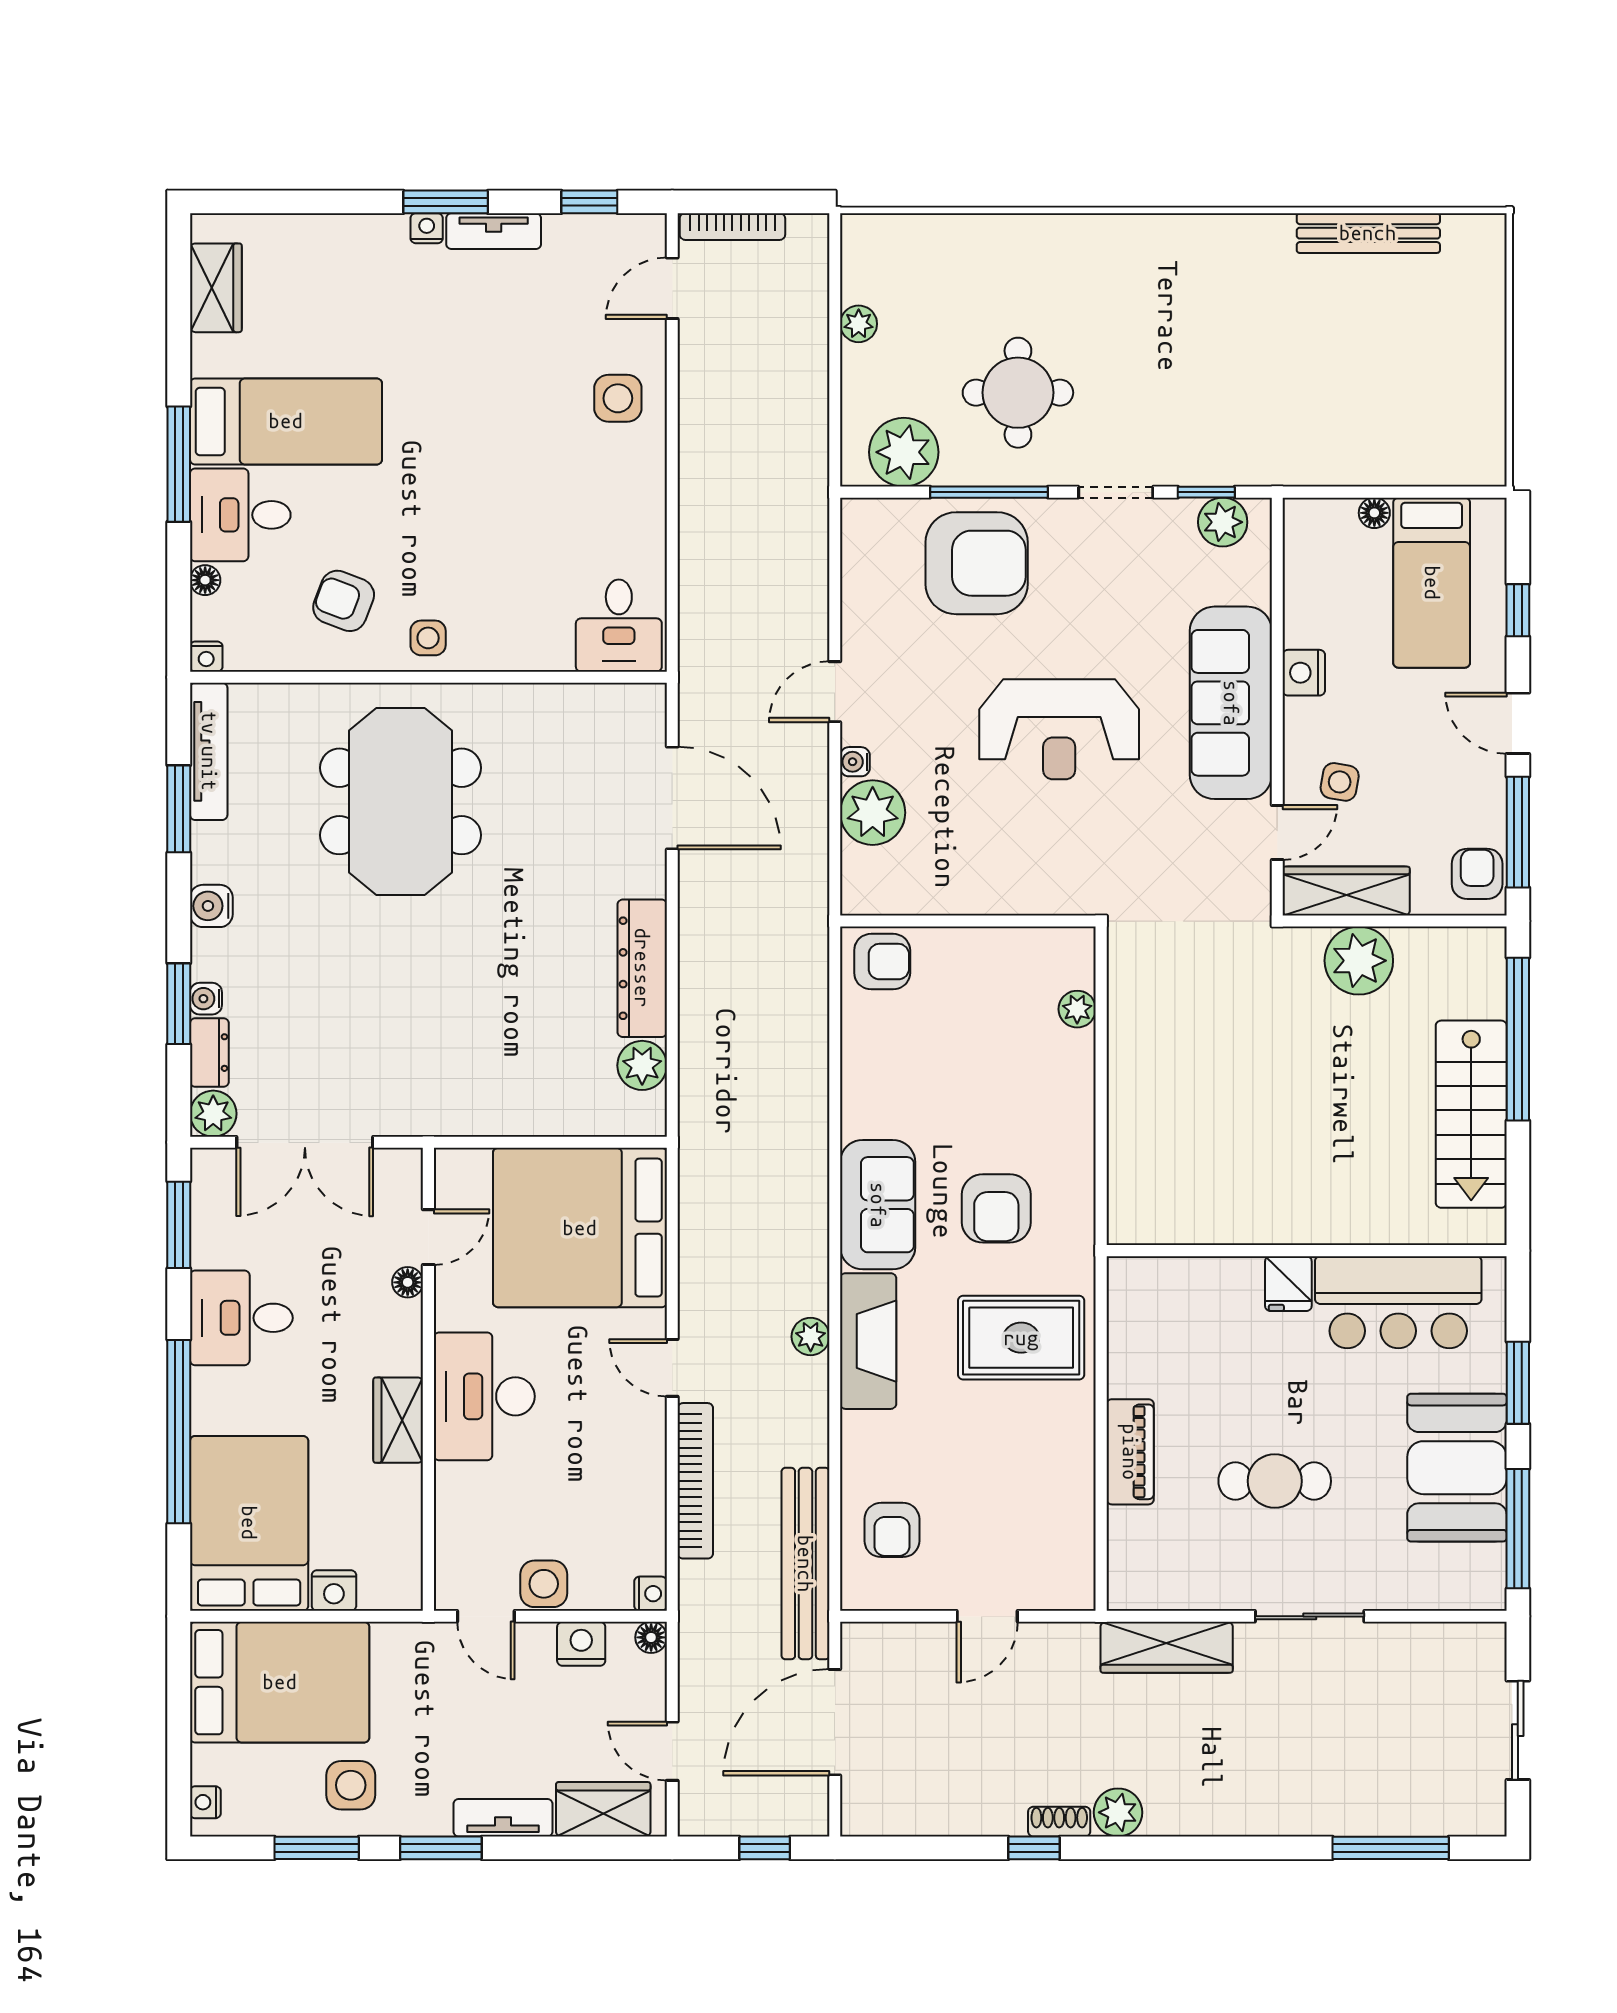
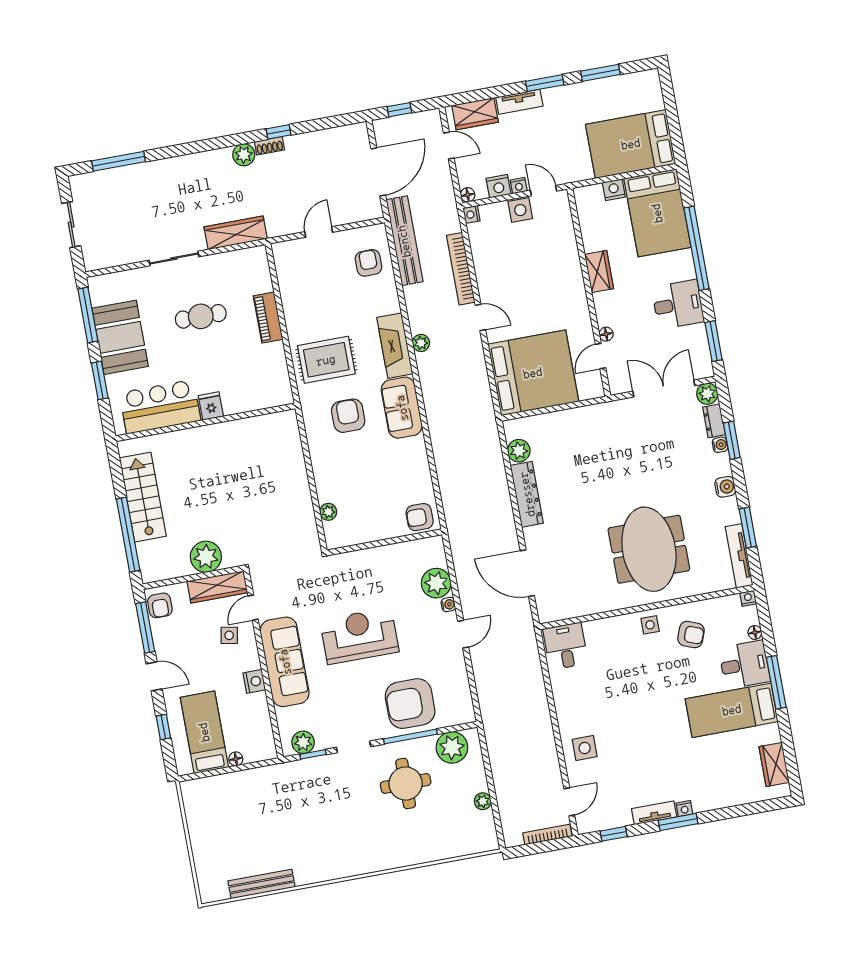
desk: (484, 1396) -> (562, 289), removed
side table: (351, 1785) -> (590, 104), removed
nightstand: (205, 1802) -> (519, 186), moved, turned 90

